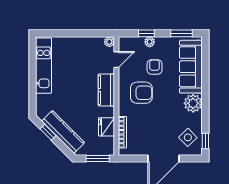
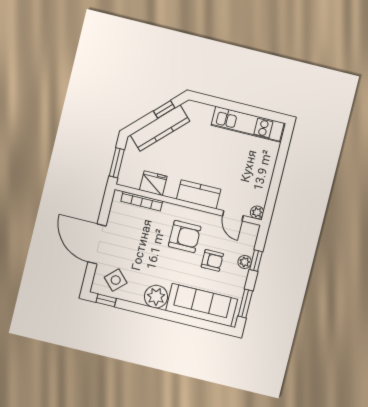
armchair: (141, 93) -> (185, 236), turned -90

